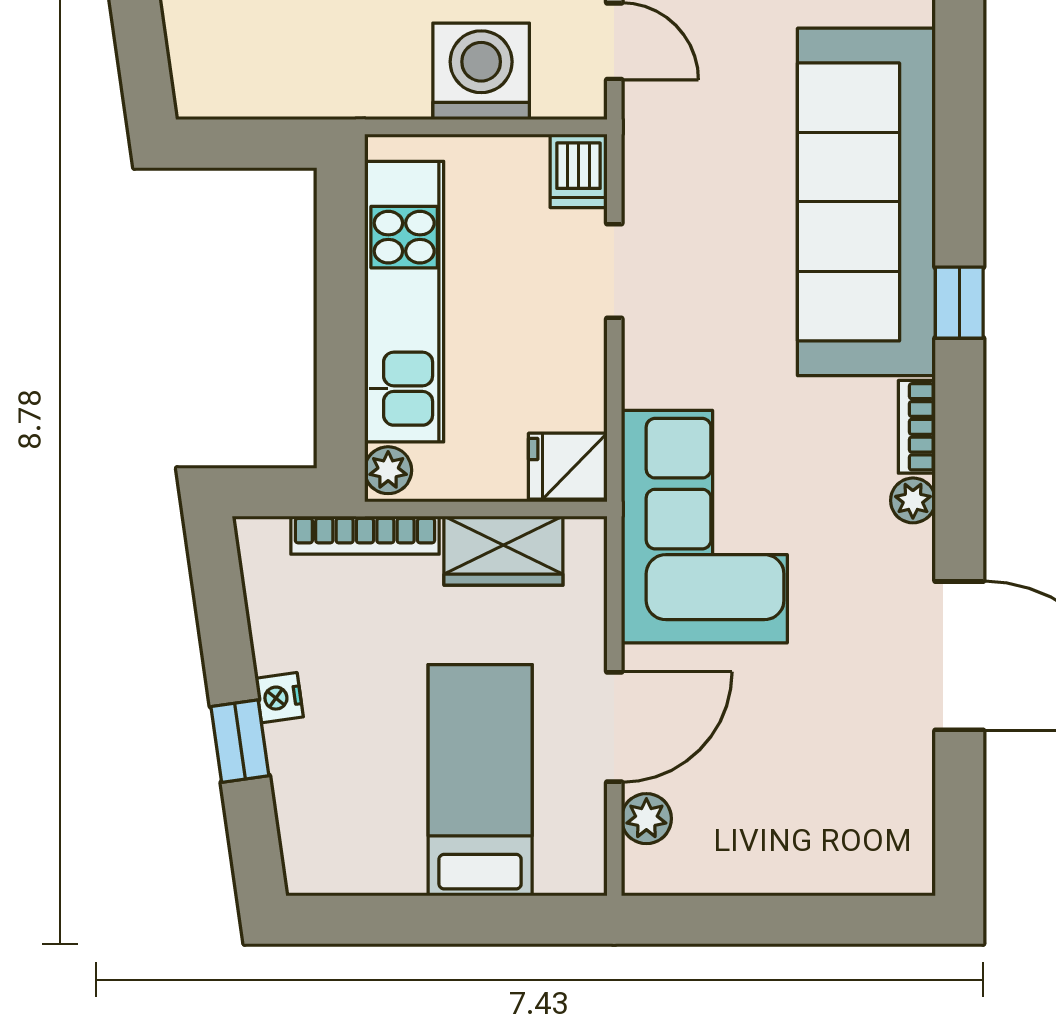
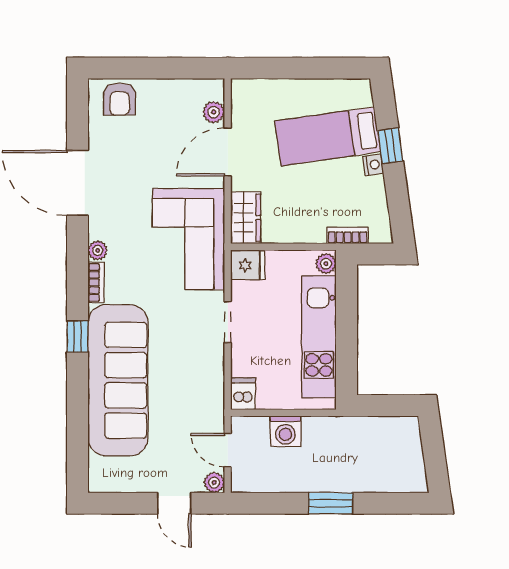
washing machine: (481, 71) -> (285, 431), width x0.73, depth x0.73
doorway: (614, 271) -> (228, 322), moved
bookcase: (365, 535) -> (348, 235), width x0.64
wardrobe: (503, 551) -> (246, 218), moved, turned 90
bed: (480, 780) -> (328, 136), moved, turned 82
armchair: (863, 849) -> (120, 99), added

